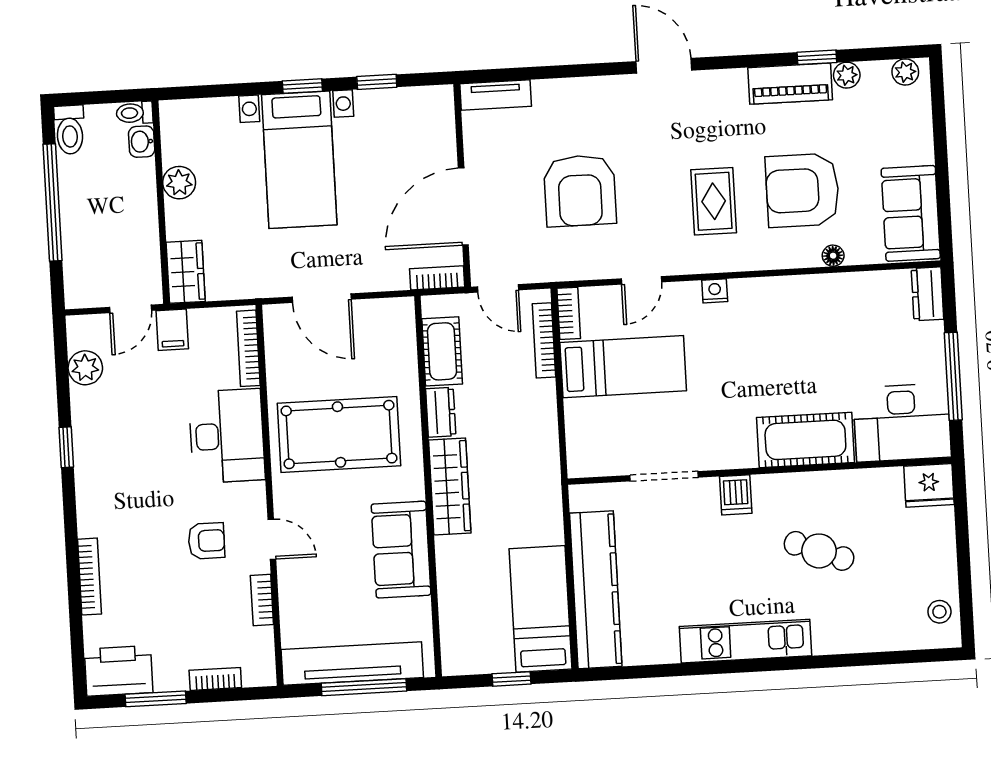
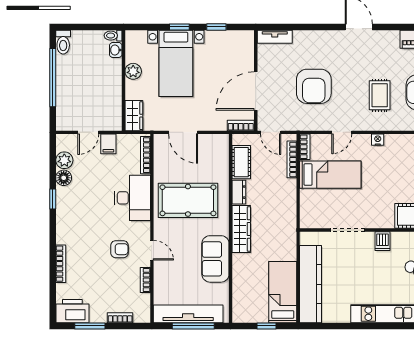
toilet: (135, 113) -> (113, 36), moved
washbasin: (142, 142) -> (116, 50), moved
plant: (179, 183) -> (133, 71), moved
wall: (161, 202) -> (124, 80), moved
wardrobe: (186, 272) -> (134, 116), moved
floor lamp: (86, 403) -> (64, 178), added

